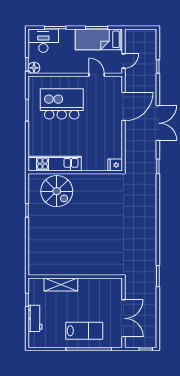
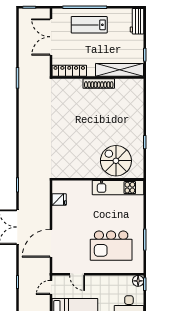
fridge: (115, 165) -> (59, 200), moved
shoe rack: (74, 270) -> (99, 84), added
shelving: (61, 284) -> (119, 70), width x1.47
locker: (105, 284) -> (69, 71), added
workbench: (35, 318) -> (137, 21), moved

